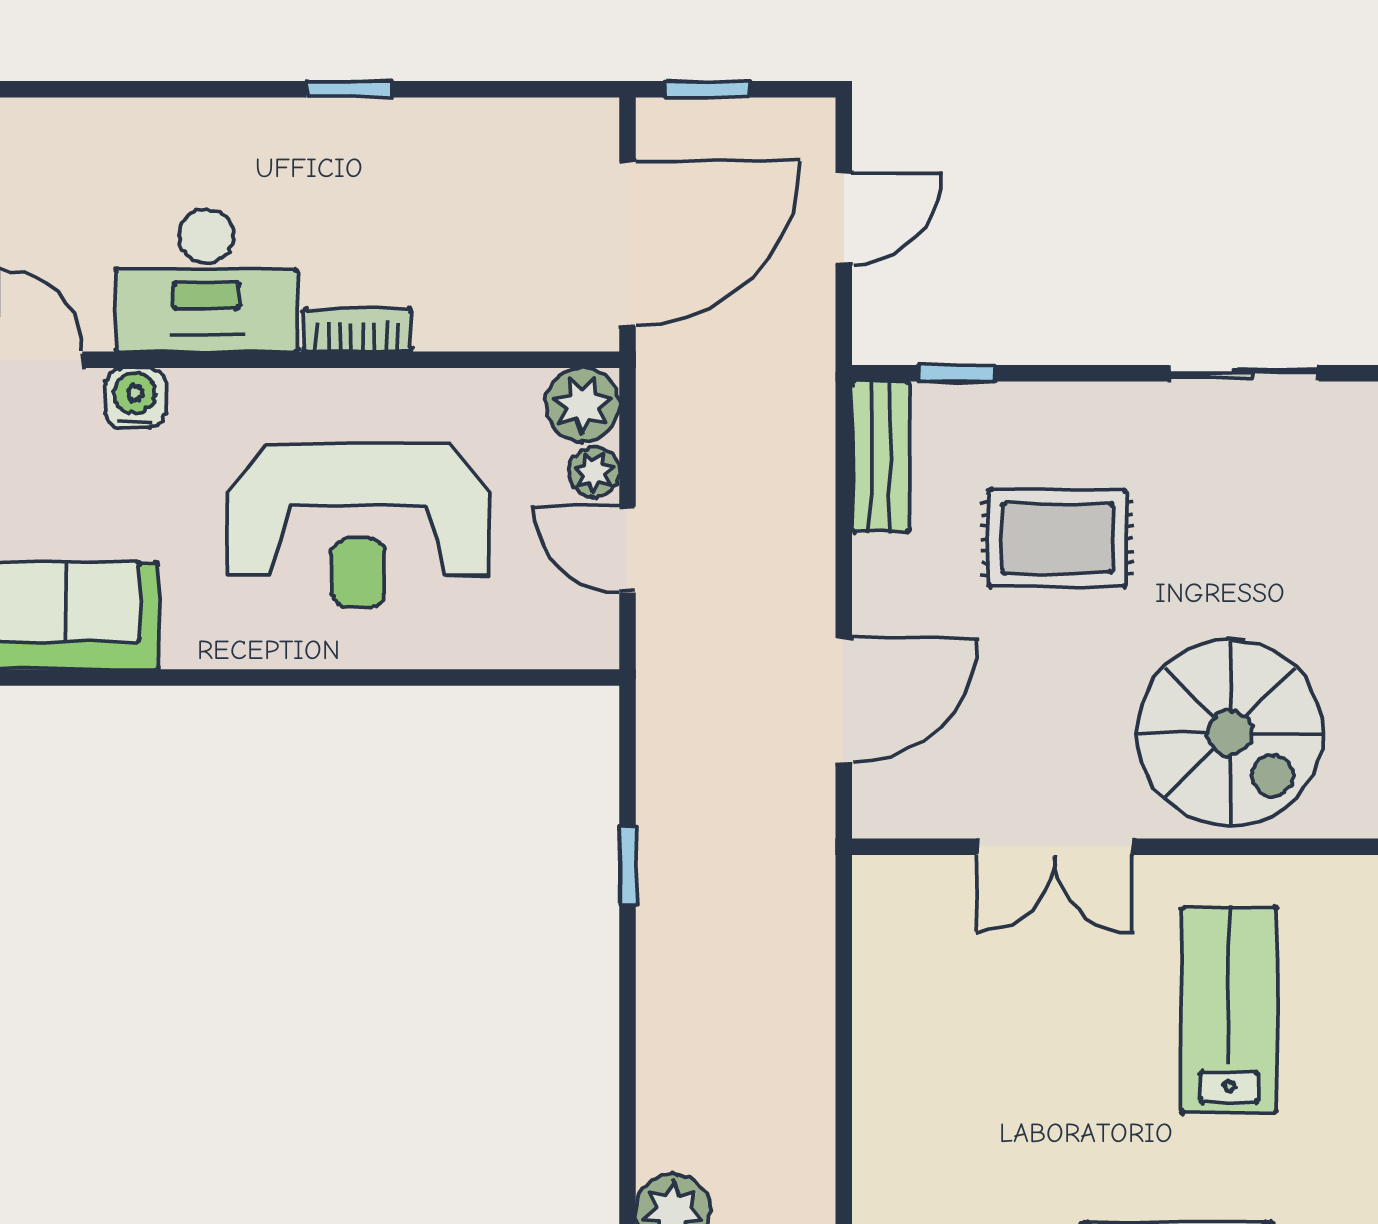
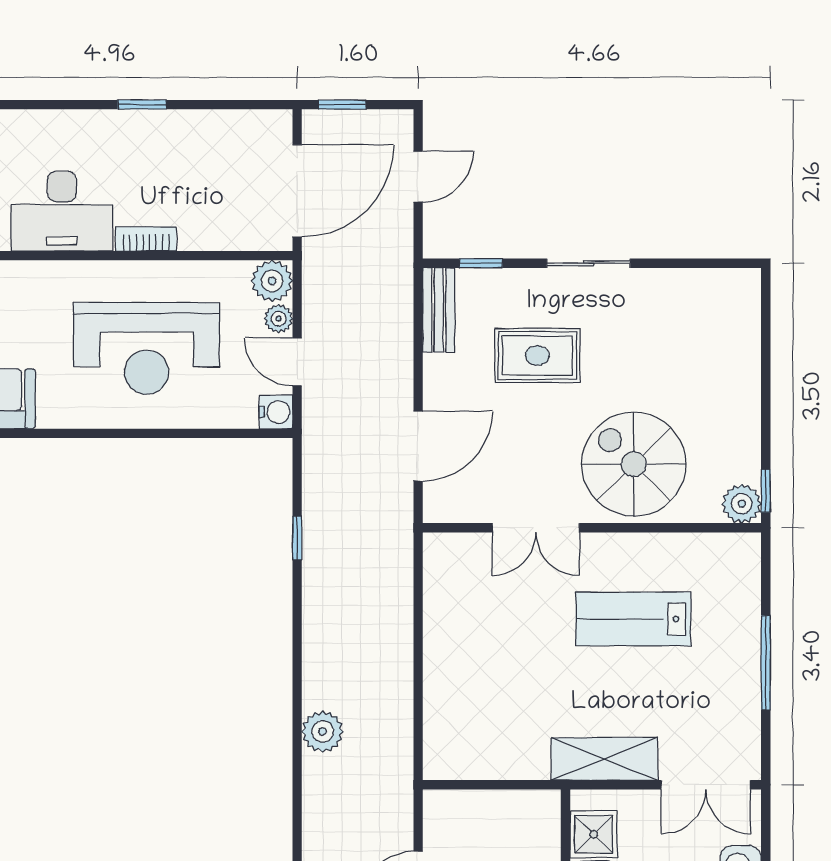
sliding door: (1244, 373) -> (589, 263), moved
water cooler: (135, 398) -> (276, 412), moved, turned 90
spiral stairs: (1230, 733) -> (634, 464), turned 180
lab bench: (1229, 1010) -> (633, 619), turned -90

